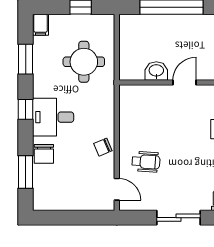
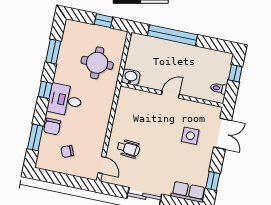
filing cabinet: (41, 25) -> (70, 28), removed
washbasin: (156, 71) -> (131, 77), moved
chair: (103, 147) -> (67, 151), moved

